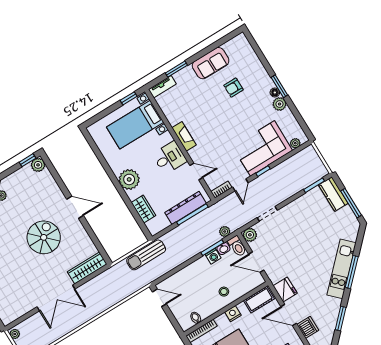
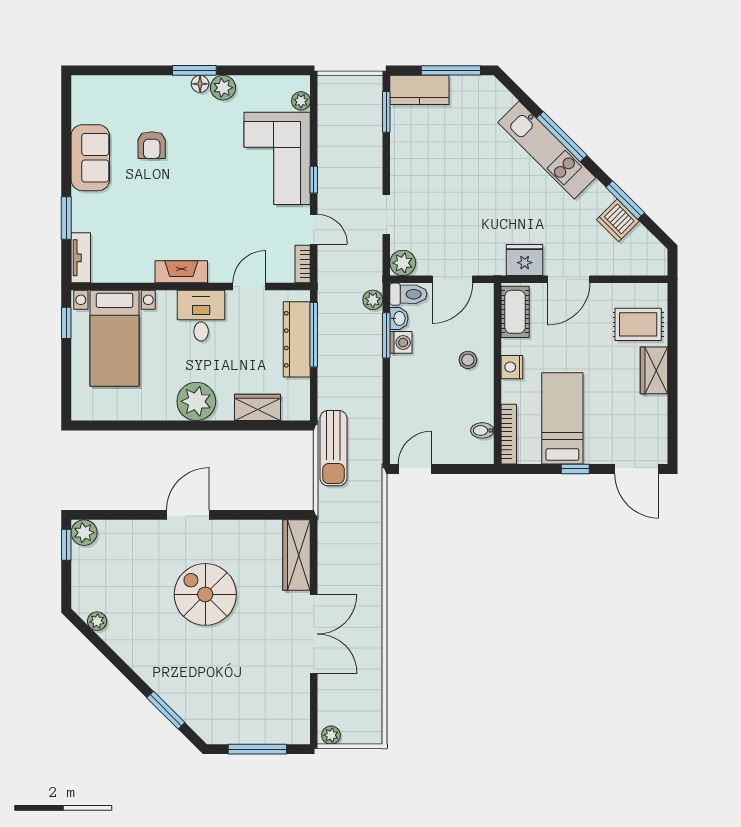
dishwasher: (308, 327) -> (618, 220), moved, turned -135

